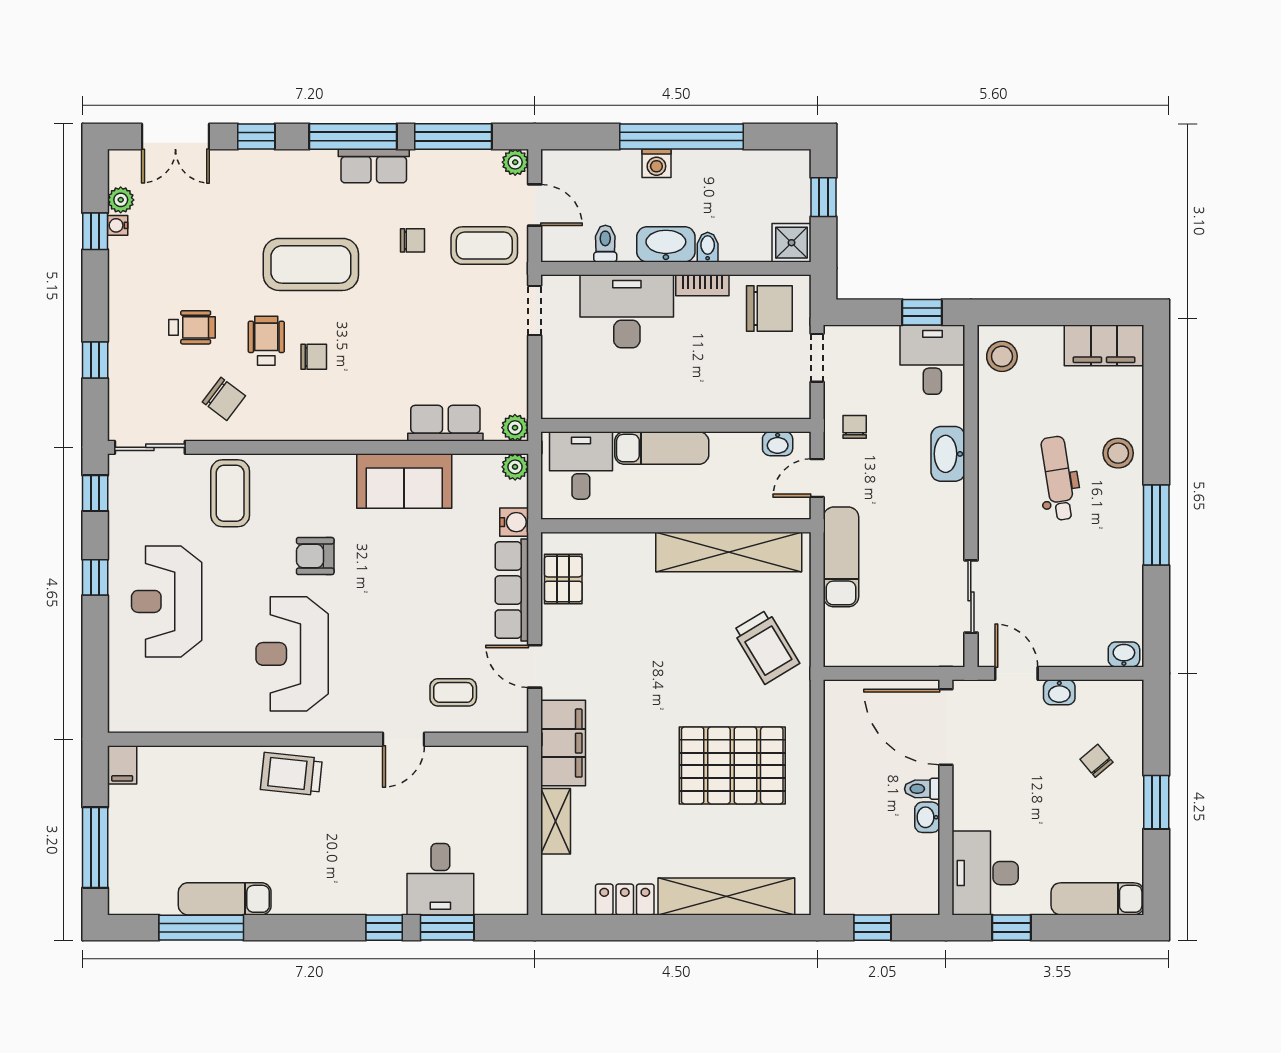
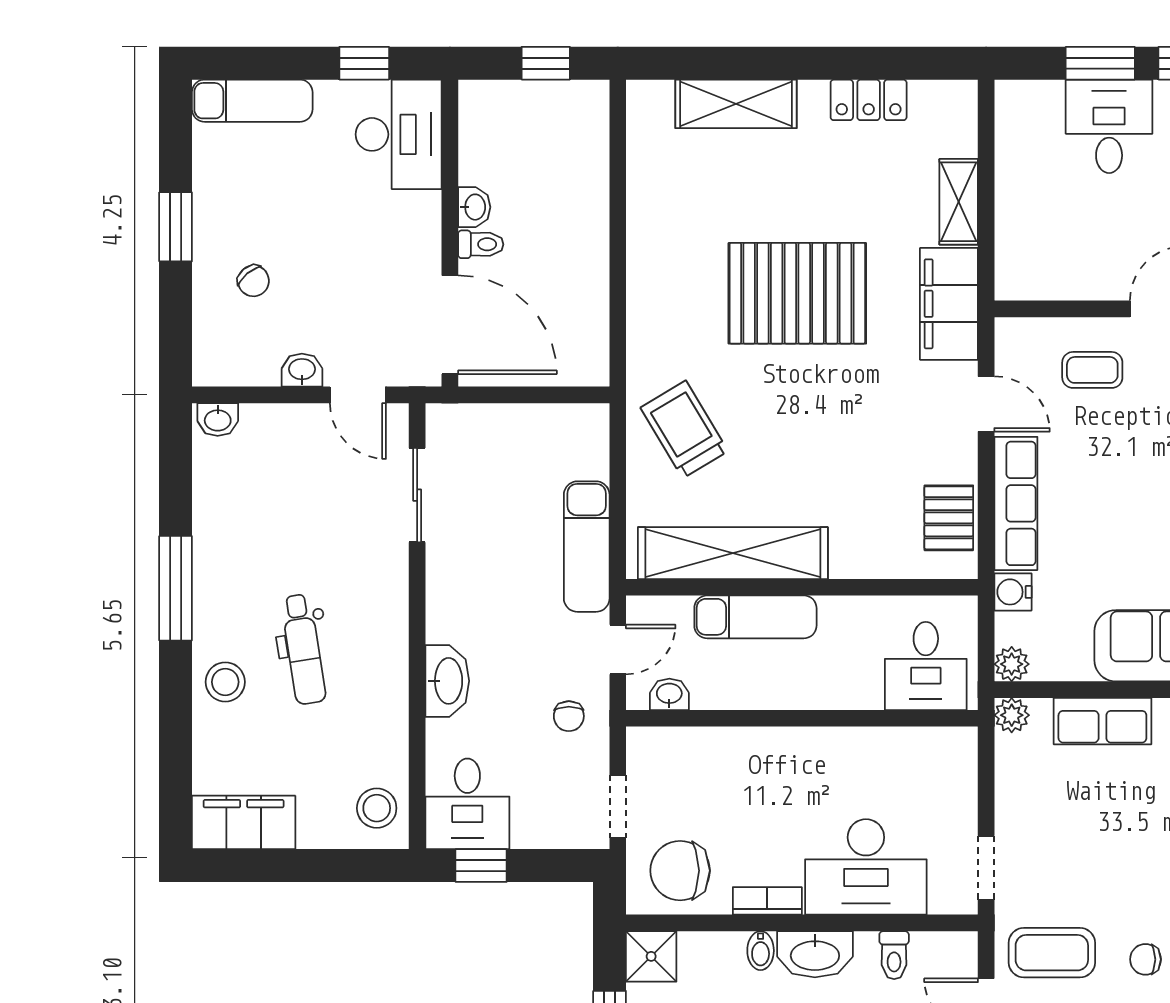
exam couch: (662, 448) -> (755, 617), moved, turned 180
pallet: (732, 765) -> (797, 293), moved
shelving: (726, 896) -> (736, 104), width x0.68

